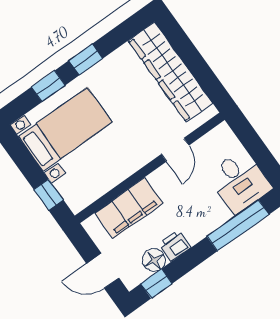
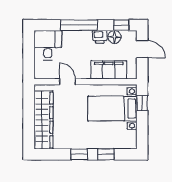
bed with nightstands: (65, 129) -> (112, 109), moved
door: (175, 150) -> (67, 82), hinge flipped
window: (238, 225) -> (79, 25), moved

